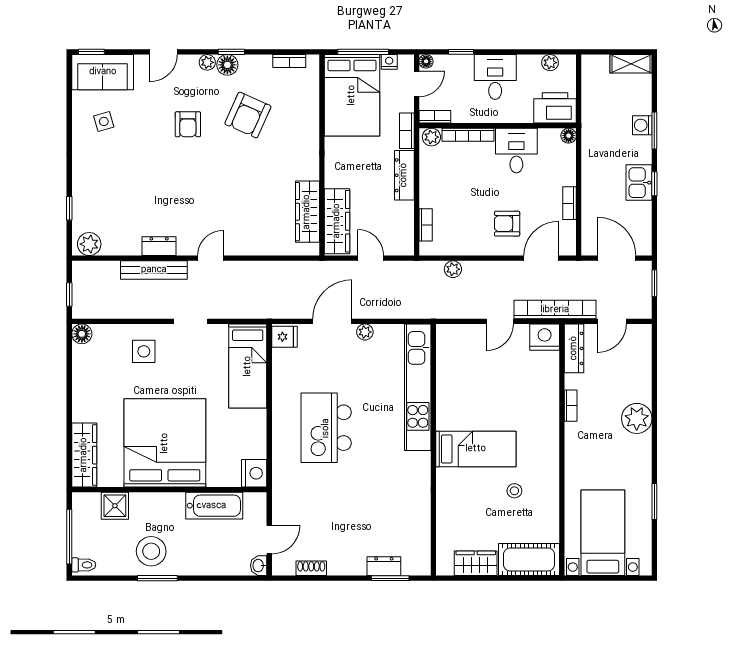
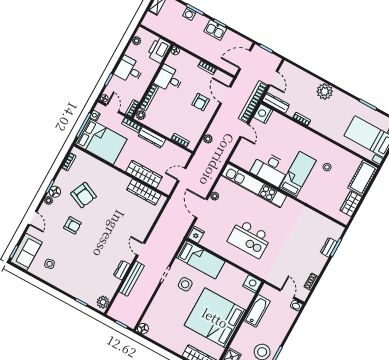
wardrobe: (337, 221) -> (144, 174), moved
side table: (144, 351) -> (185, 284), moved
desk: (460, 398) -> (270, 169), added

